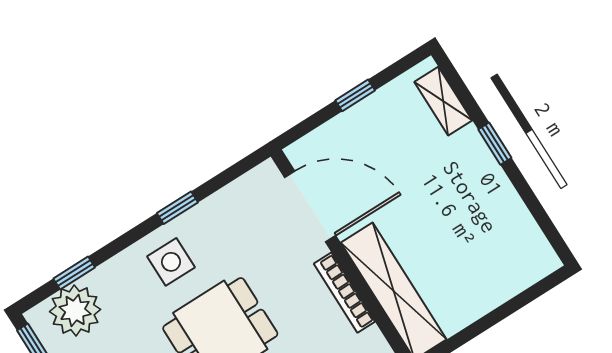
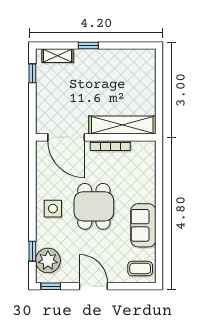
window: (355, 95) -> (32, 73), moved
door: (310, 207) -> (66, 137), swing flipped
window: (177, 208) -> (32, 192), removed

